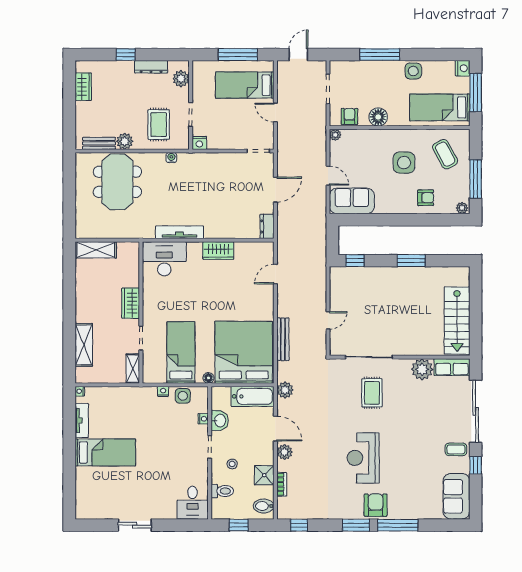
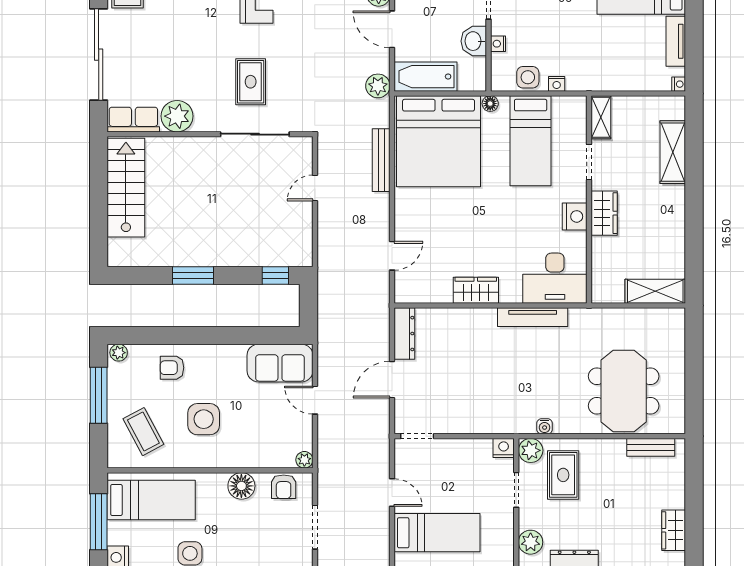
plant: (125, 141) -> (531, 450), moved
dresser: (267, 226) -> (404, 334), width x1.44
nightstand: (151, 301) -> (575, 216), added

